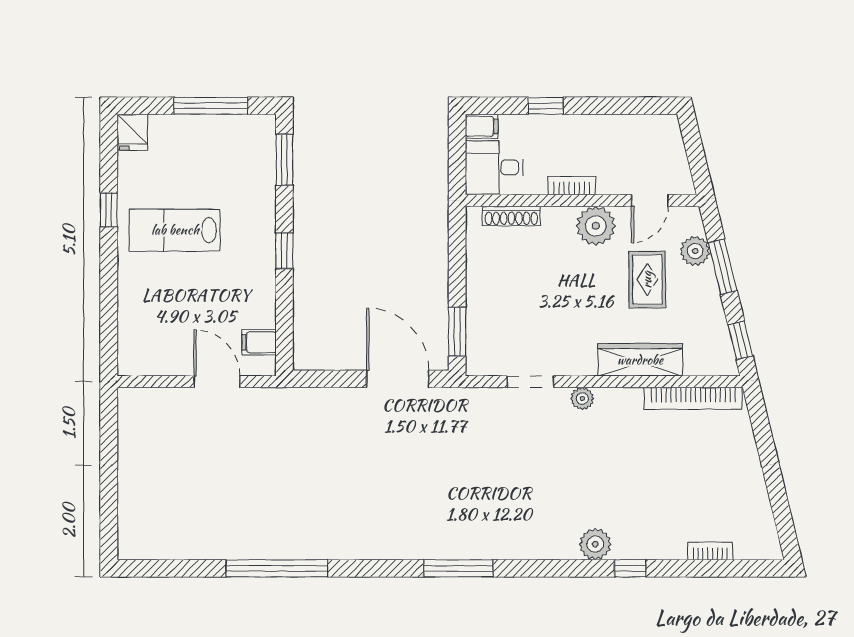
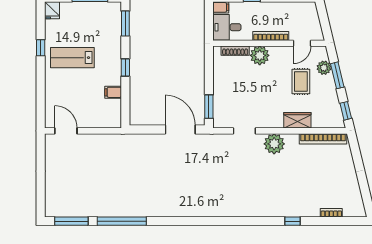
bookcase: (572, 186) -> (271, 36), width x1.56
plant: (596, 226) -> (260, 55), moved
filing cabinet: (259, 342) -> (113, 92), moved
wardrobe: (640, 360) -> (297, 120), width x0.67
door: (217, 382) -> (66, 131), moved
plant: (582, 399) -> (274, 144), width x1.87, depth x1.87
plant: (595, 544) -> (276, 209), removed
window: (458, 568) -> (71, 221), moved

